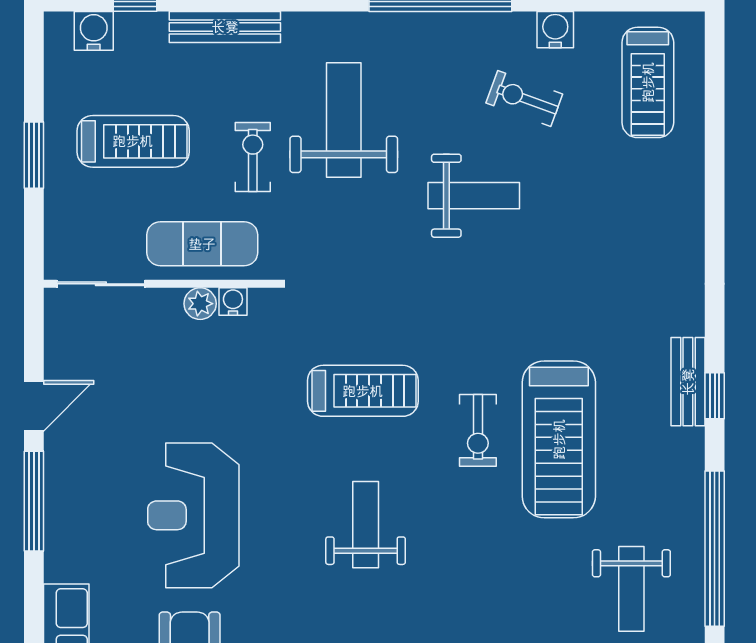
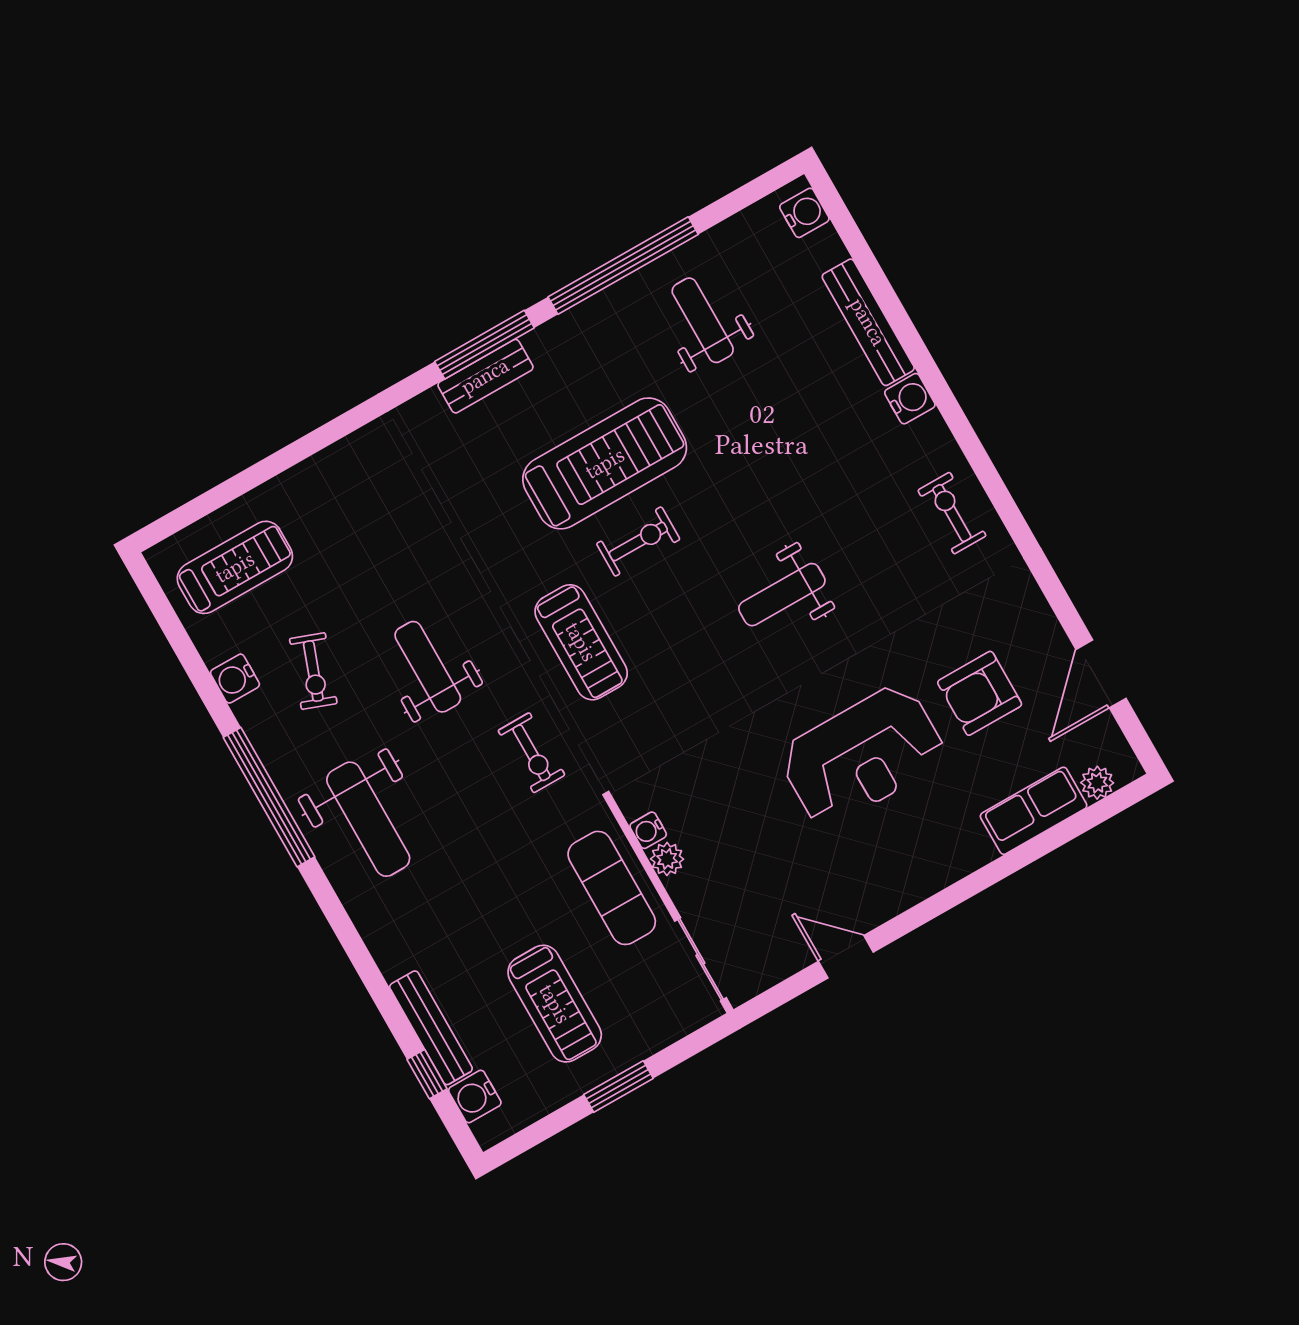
bench: (225, 27) -> (431, 1028), moved
weight bench: (344, 120) -> (368, 819), moved, turned -90
treadmill: (133, 141) -> (555, 1004), turned 180
exercise bike: (253, 157) -> (531, 753), moved, turned -90
treadmill: (363, 391) -> (581, 642), moved, turned 180
window: (715, 396) -> (484, 345), width x2.17
window: (34, 501) -> (932, 908), removed
weight bench: (631, 589) -> (703, 320), turned -90

